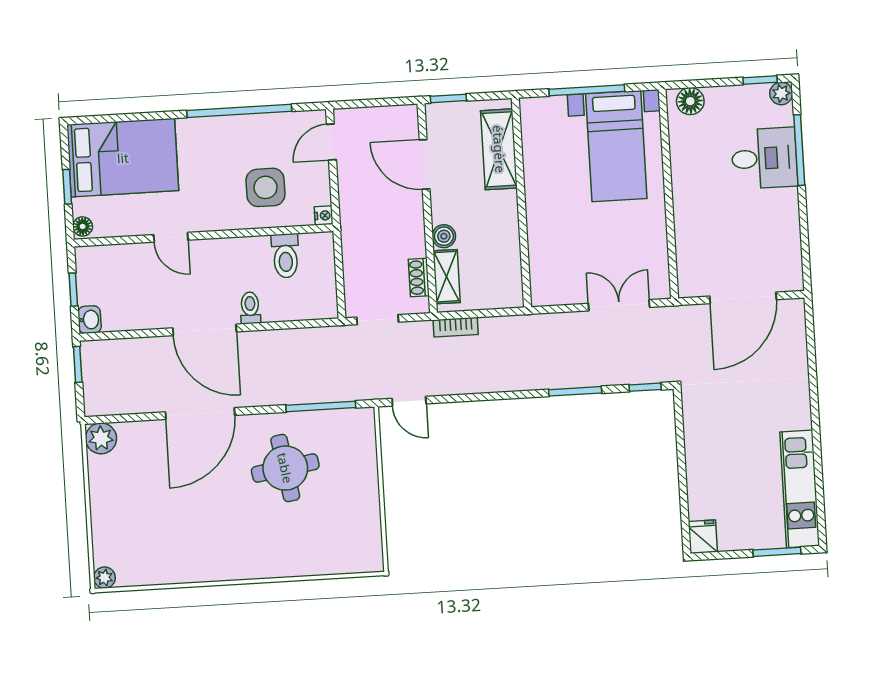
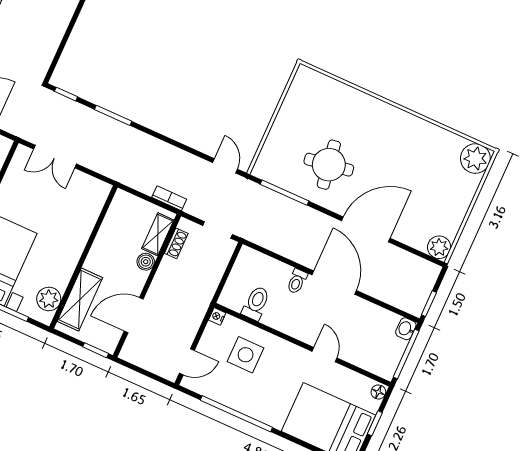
plant: (537, 130) -> (49, 299), added
door: (425, 164) -> (134, 315), swing flipped
window: (73, 290) -> (406, 354), width x2.17
plant: (104, 578) -> (475, 159), width x1.88, depth x1.88

